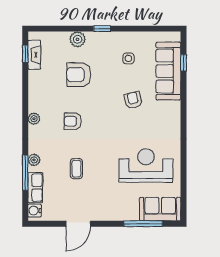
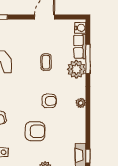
armchair: (79, 75) -> (35, 131), moved
plant: (34, 160) -> (76, 69), width x1.88, depth x1.88

